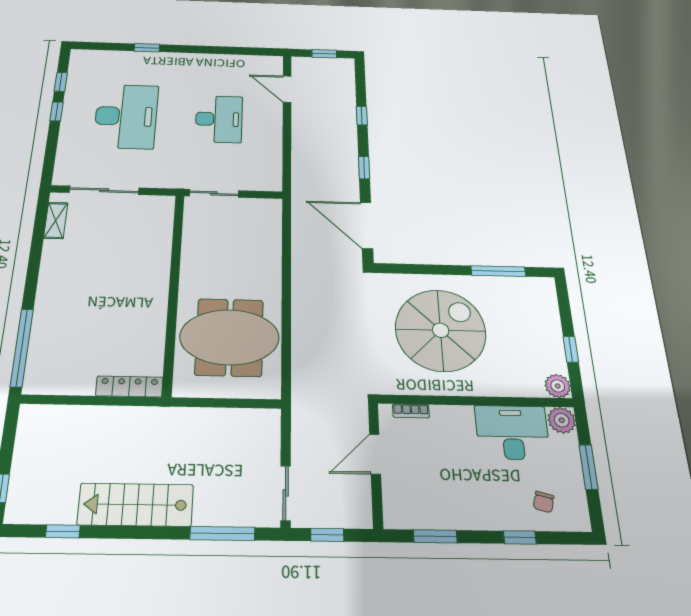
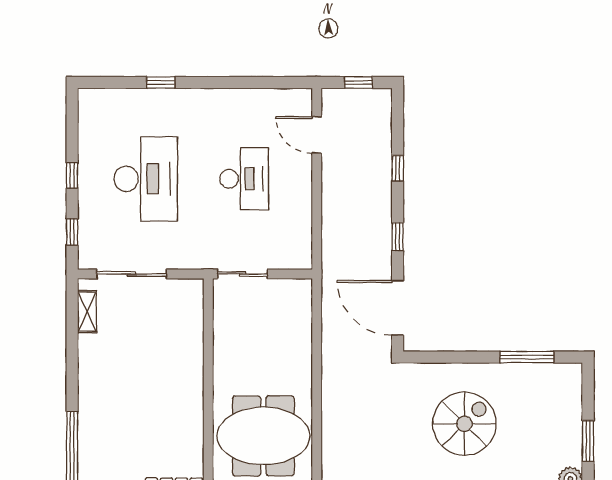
window: (61, 82) -> (72, 232), moved
spiral stairs: (441, 330) -> (464, 424), width x0.73, depth x0.73
window: (571, 349) -> (588, 441), width x1.50

